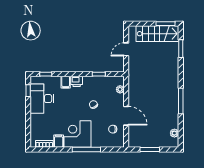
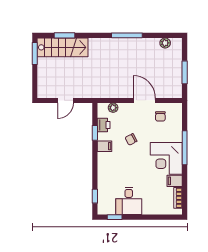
stairs: (157, 34) -> (63, 47), moved, turned 90
door: (126, 49) -> (65, 100), hinge flipped
printer: (77, 81) -> (104, 125), moved
filing cabinet: (66, 82) -> (105, 146), moved
desk: (42, 99) -> (129, 201), width x0.73
door: (126, 116) -> (144, 100), hinge flipped

